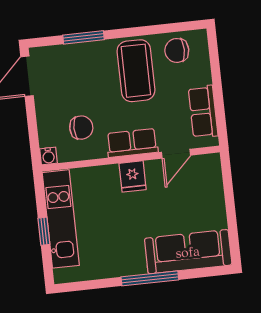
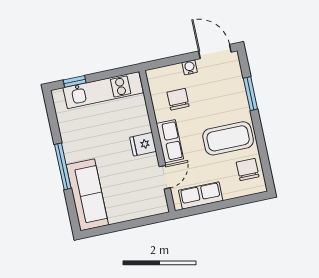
chair: (81, 128) -> (178, 99), turned 180
door: (176, 154) -> (165, 177), swing flipped
water cooler: (48, 156) -> (190, 67), moved, turned 90
window: (44, 231) -> (75, 81), moved

